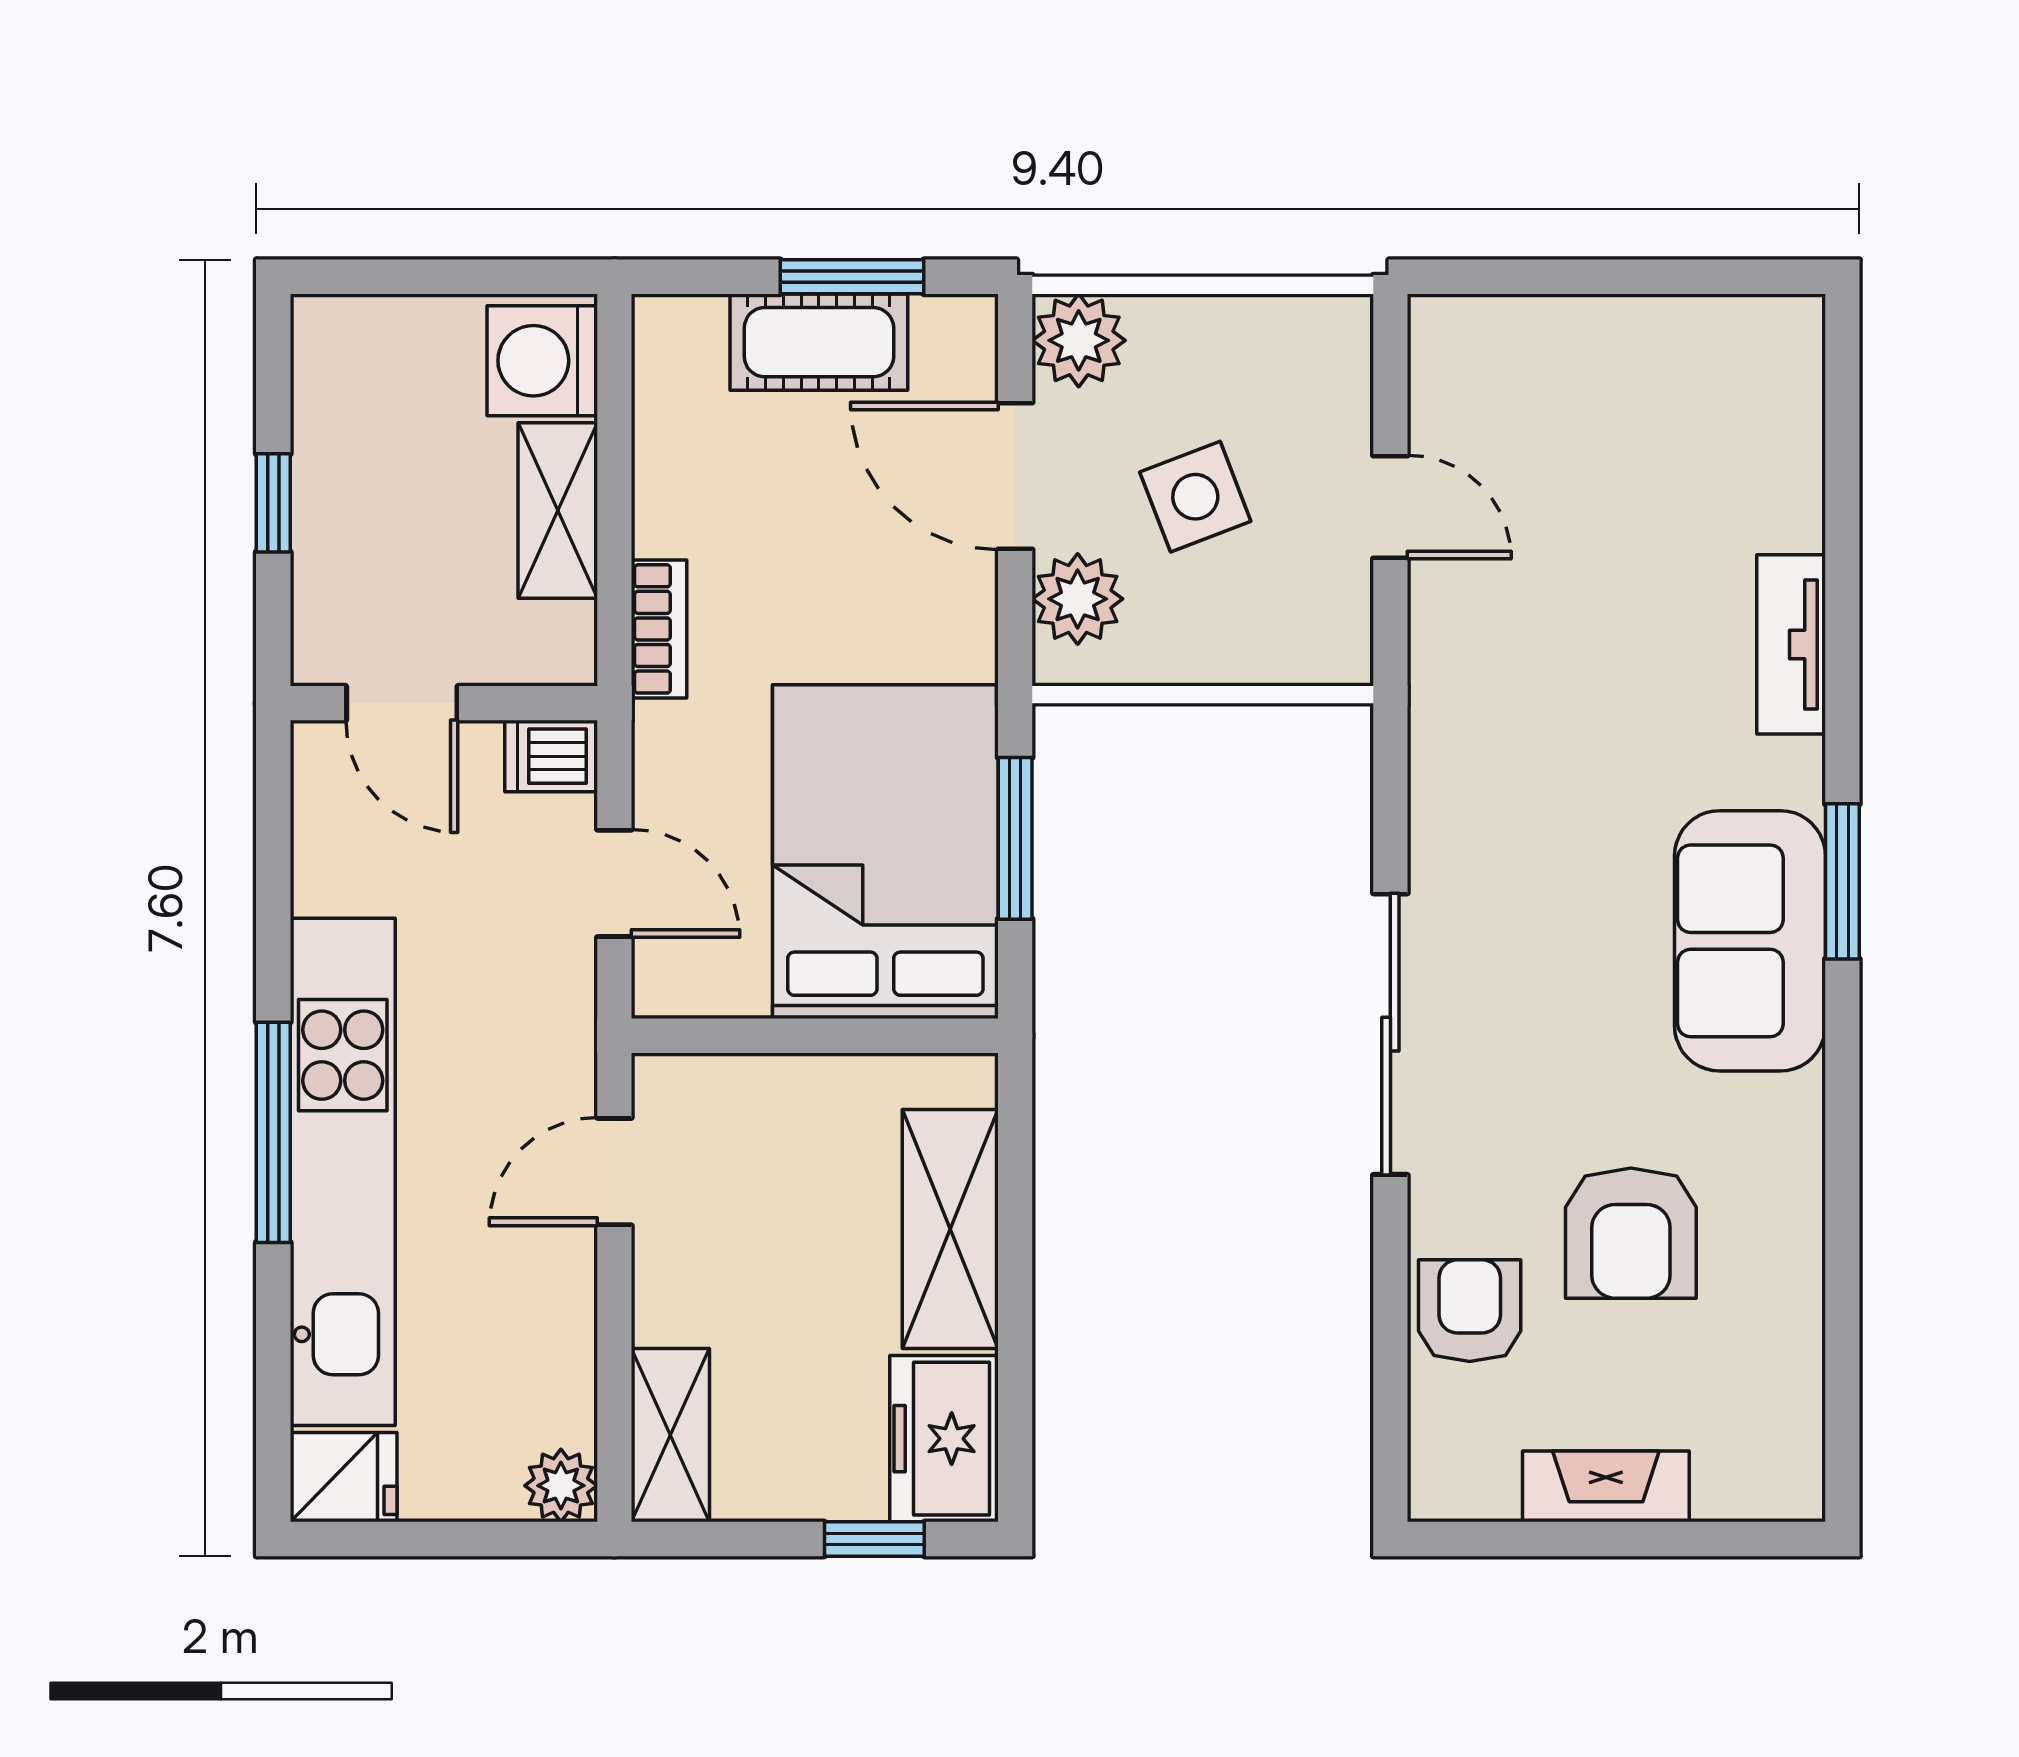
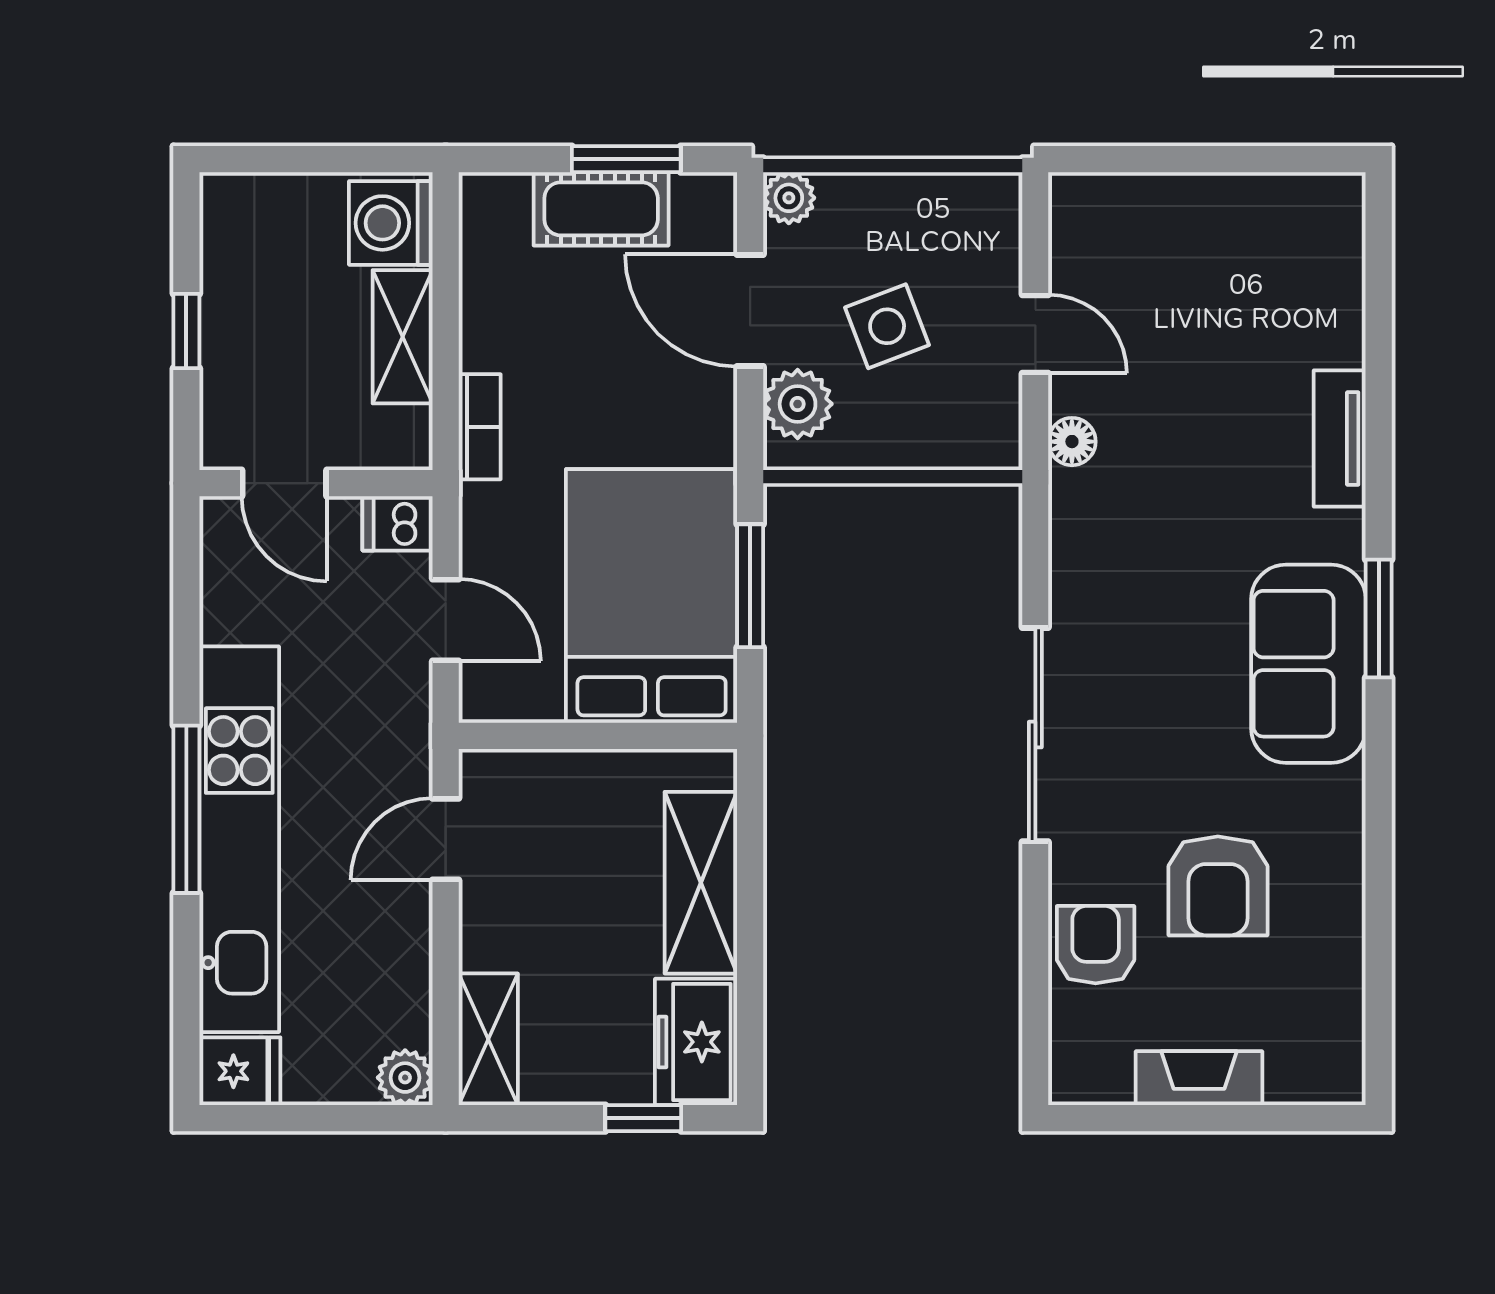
plant: (1079, 340) -> (789, 198), width x0.73, depth x0.73
floor lamp: (1439, 648) -> (1072, 442), added

